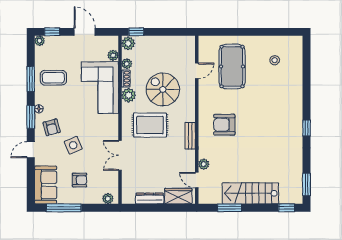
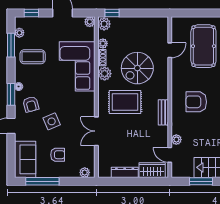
plant: (40, 41) -> (19, 33), moved
plant: (113, 55) -> (90, 22), moved
window: (31, 79) -> (11, 45), moved
spiral stairs: (163, 89) -> (137, 68), turned -90

